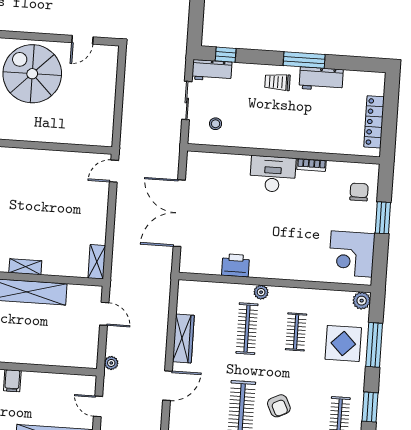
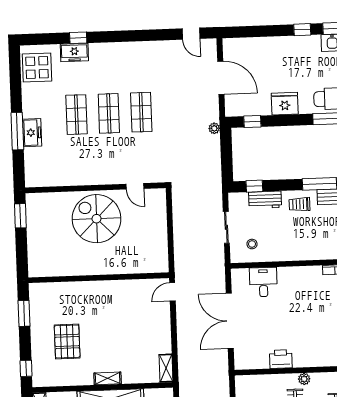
door: (82, 40) -> (135, 186), hinge flipped
workbench: (212, 71) -> (265, 200), moved
desk: (273, 174) -> (263, 282), moved, width x0.73

